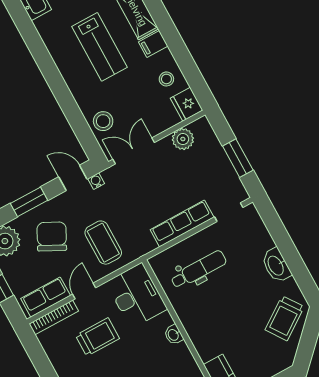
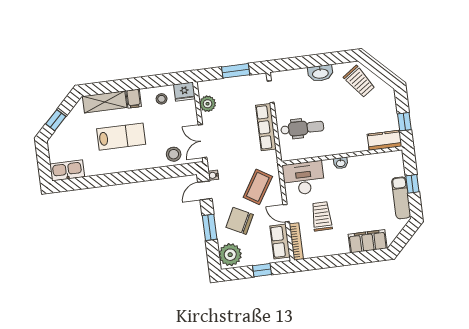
coffee table: (103, 243) -> (258, 187), turned -58
dental chair: (199, 270) -> (302, 128), turned 91

